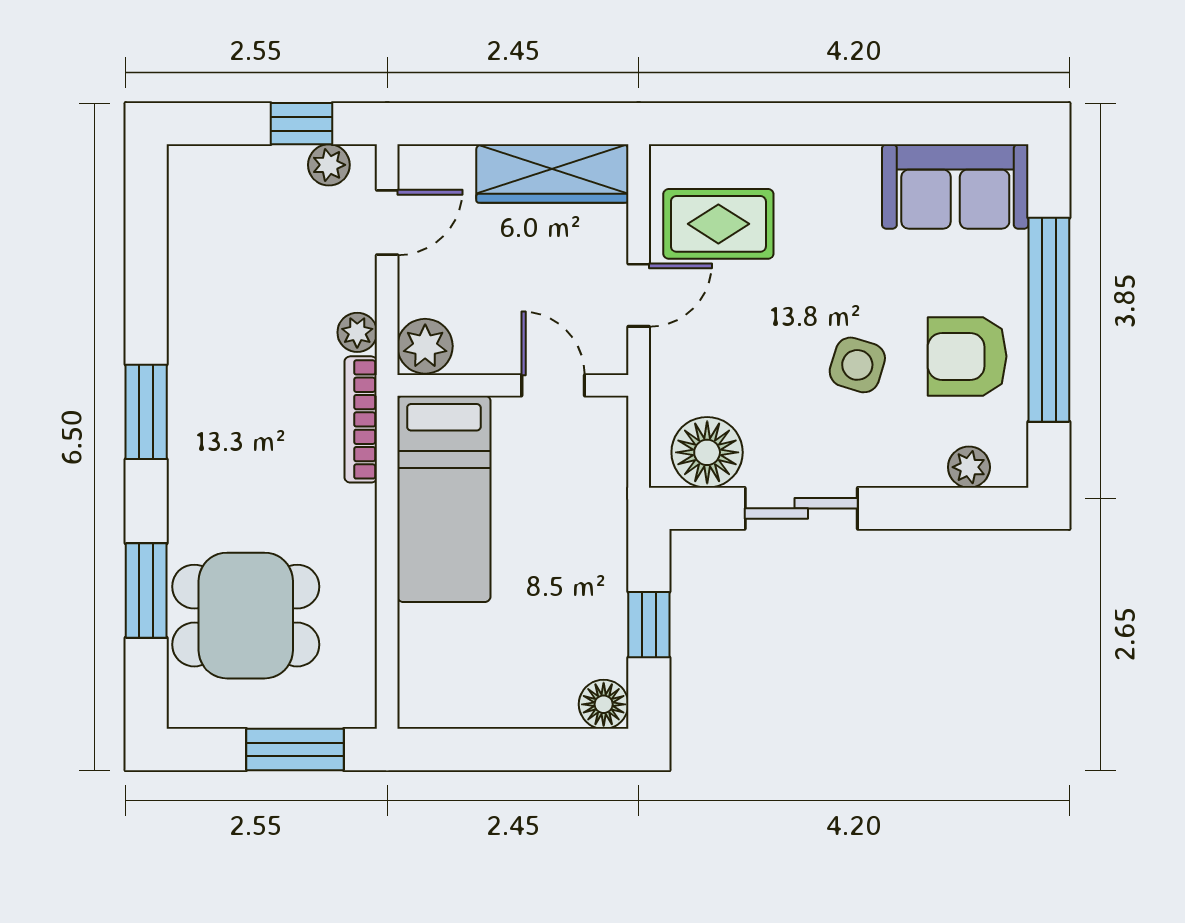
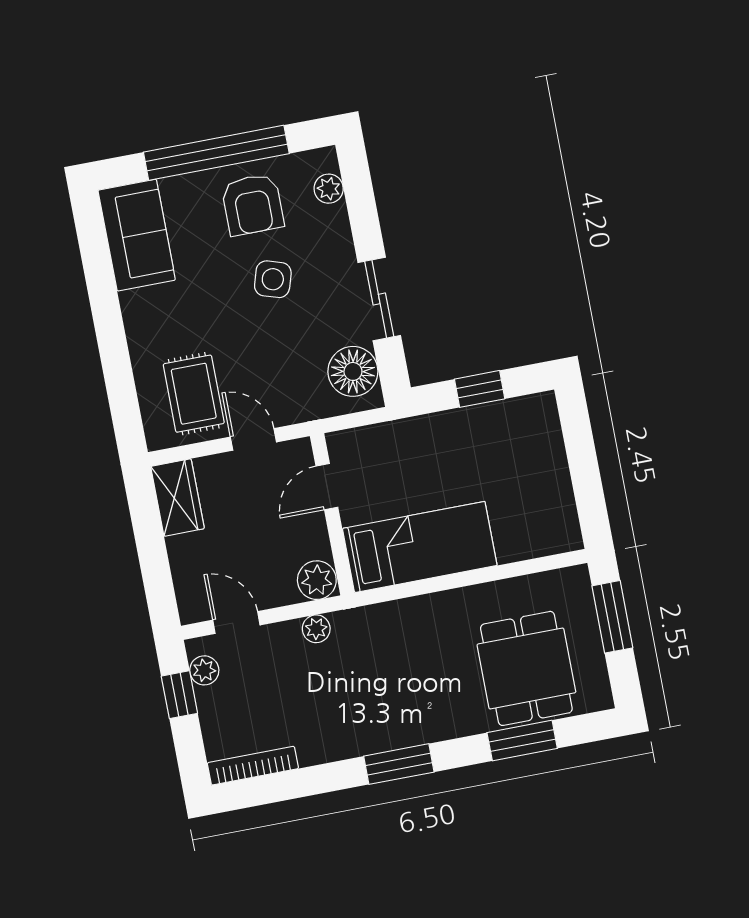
wardrobe: (552, 174) -> (178, 497), width x0.67
bookcase: (361, 419) -> (253, 766), moved, turned 180
floor lamp: (604, 704) -> (541, 410), removed

